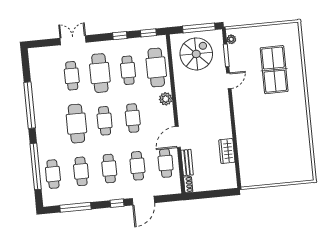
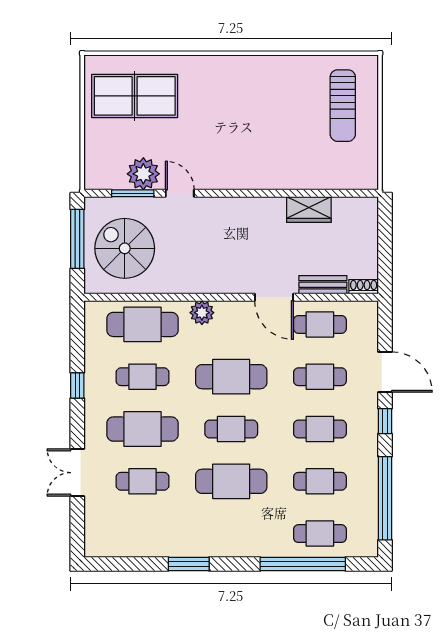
window: (148, 33) -> (77, 333), removed
plant: (231, 39) -> (143, 174), moved, width x1.87, depth x1.87
table tennis table: (274, 70) -> (135, 96), moved
window: (30, 105) -> (189, 564), width x0.47
cafe table: (133, 118) -> (231, 377), width x1.37, depth x1.35
sun lounger: (285, 164) -> (343, 106), added
window: (75, 207) -> (385, 498), width x1.46

